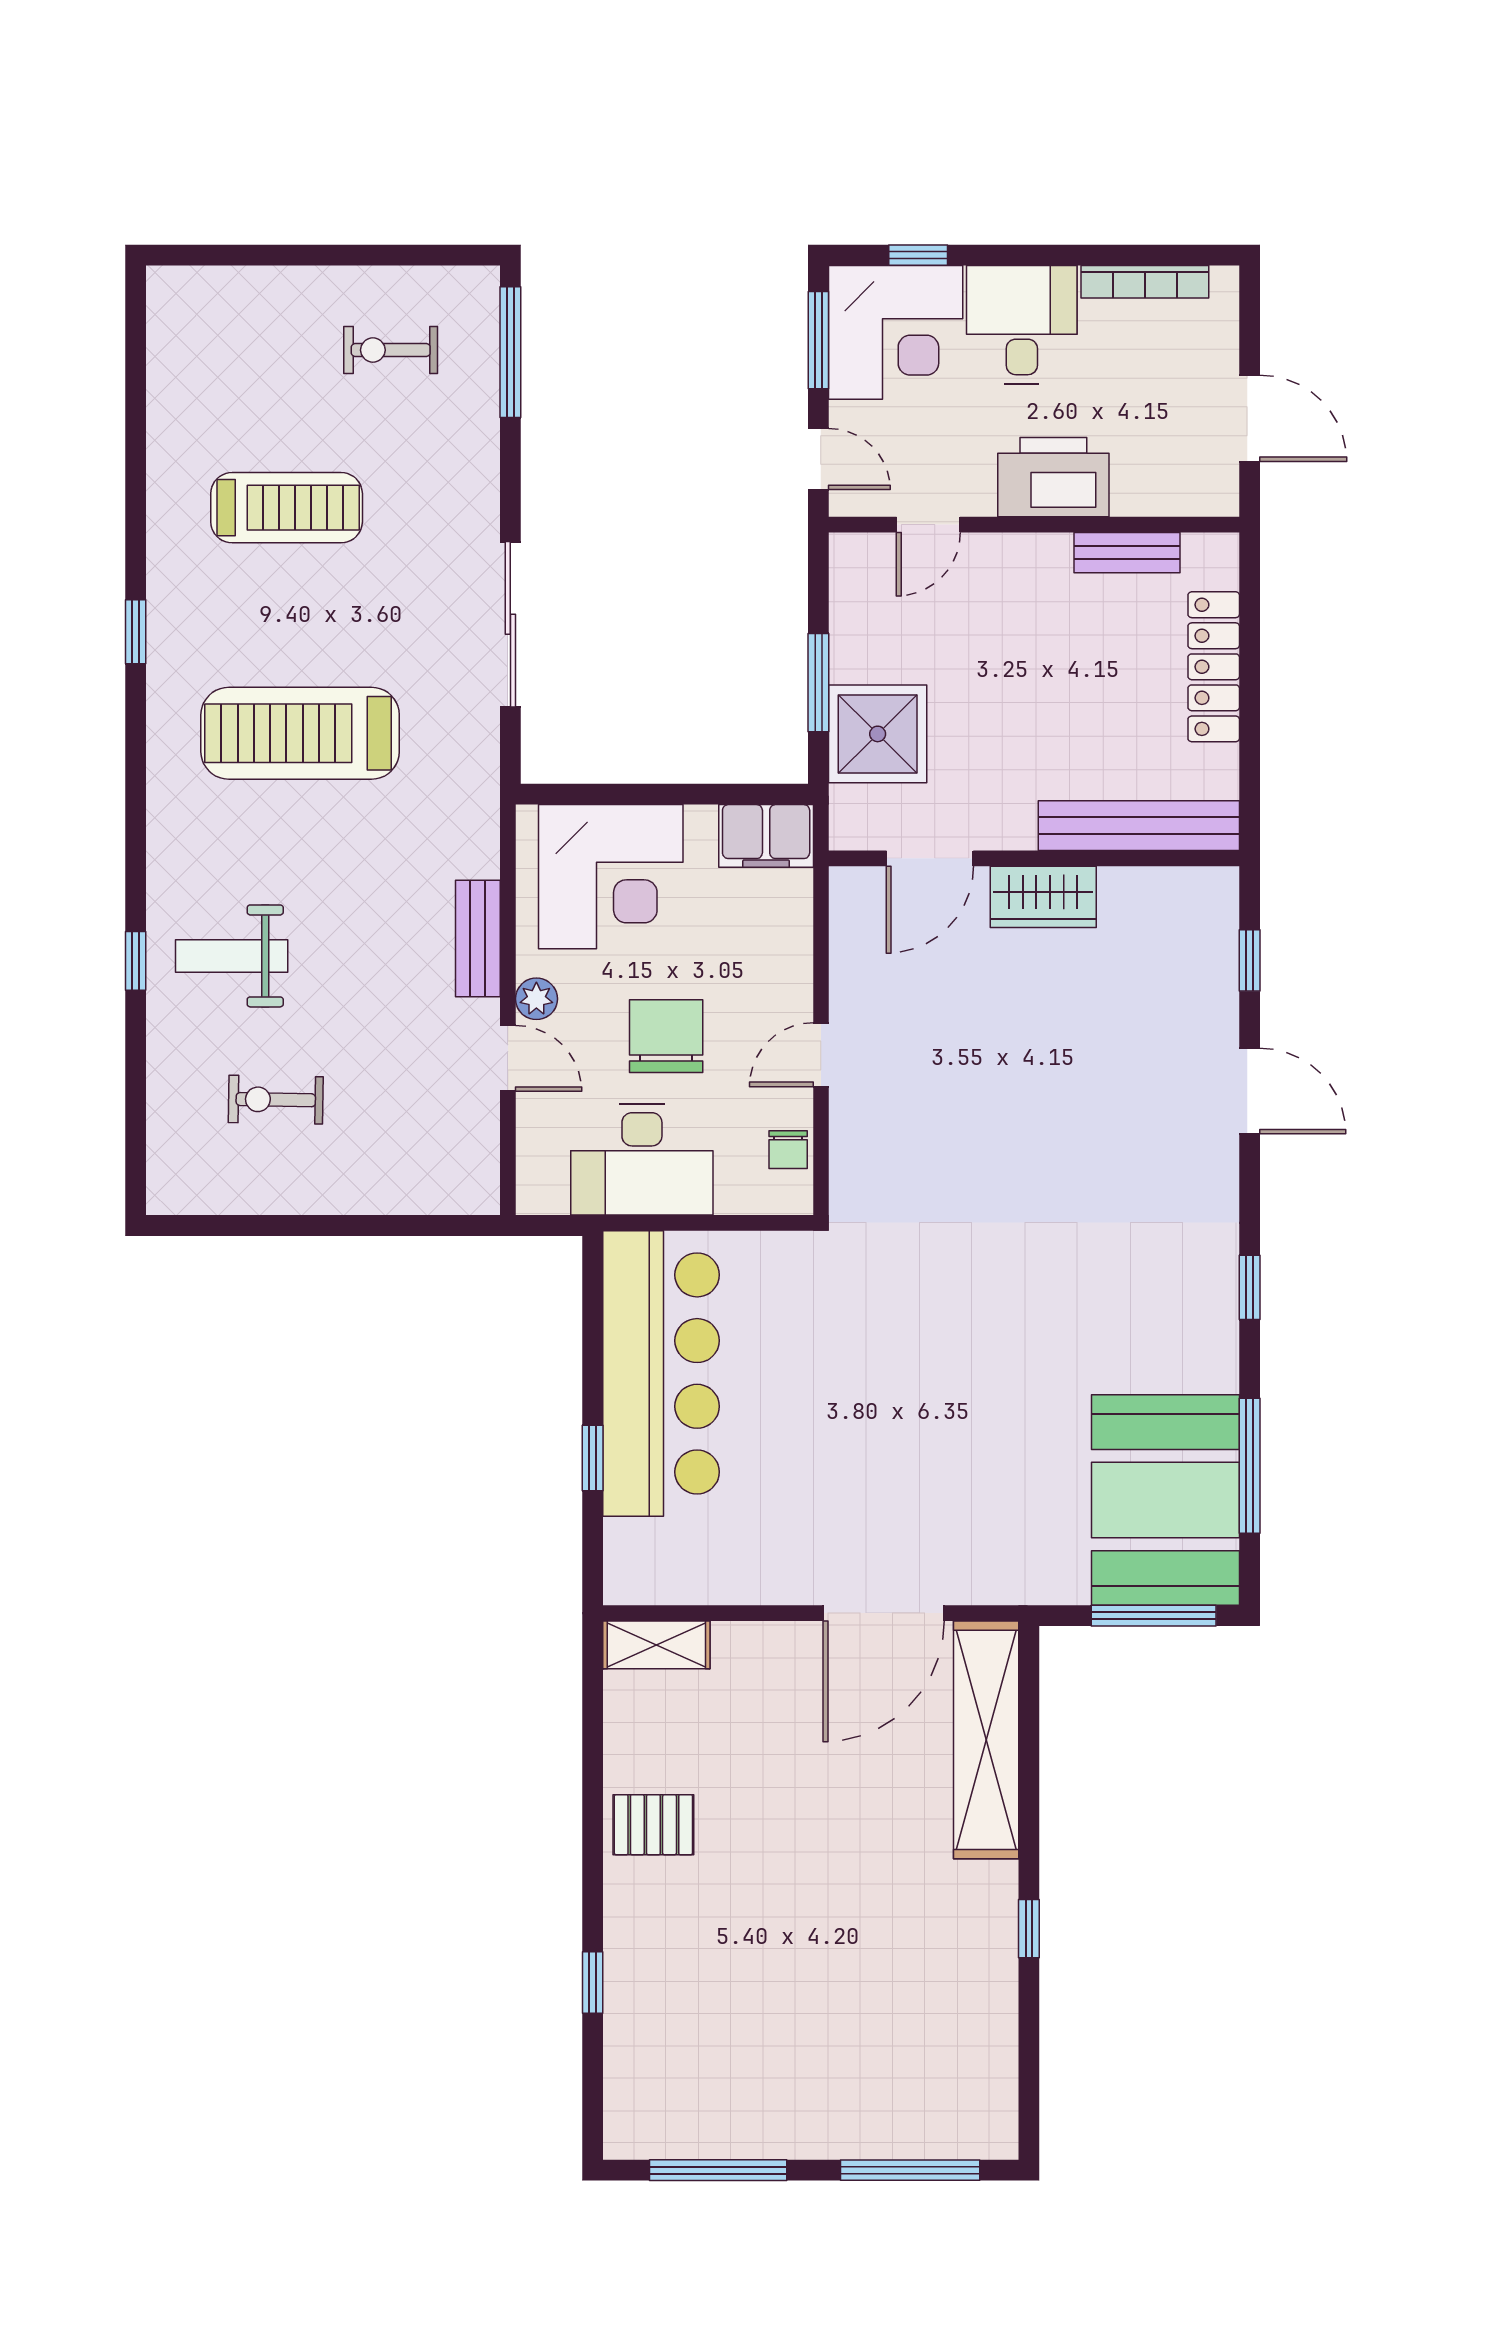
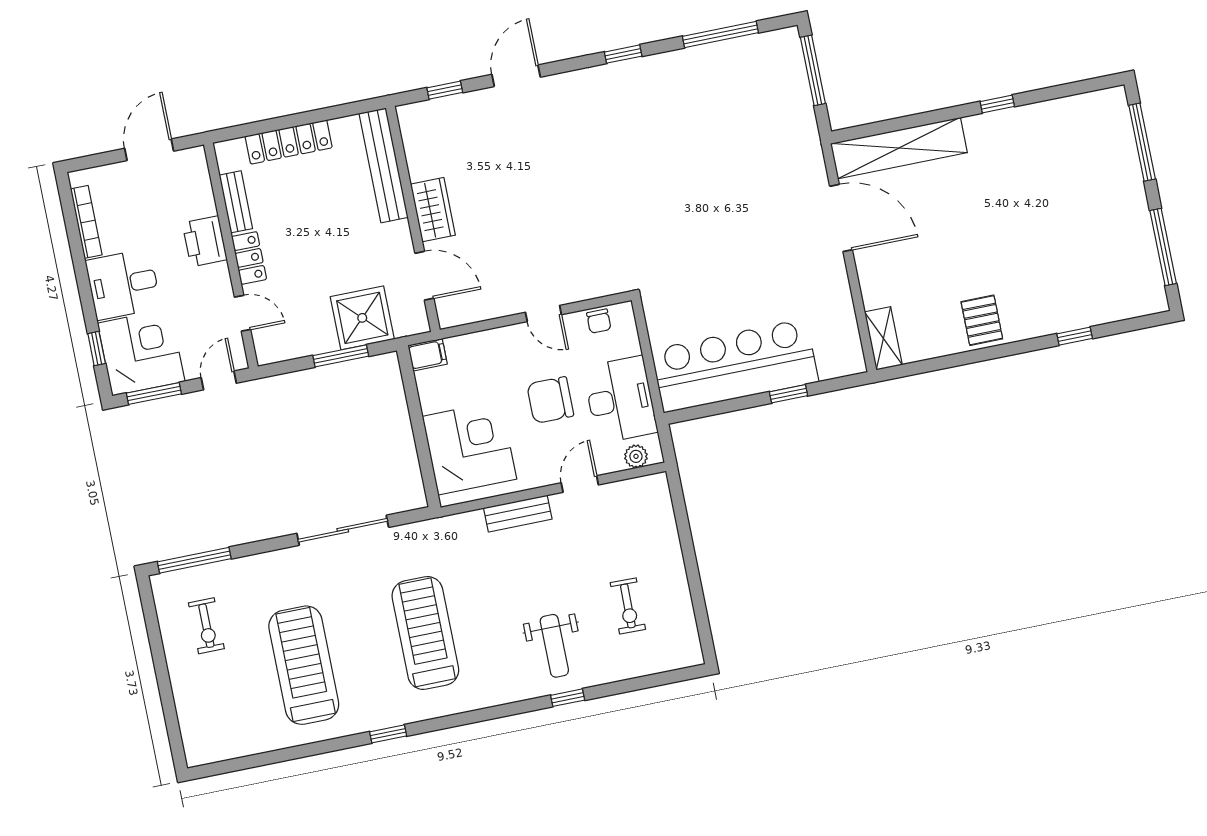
printer: (1053, 477) -> (205, 241), width x0.73, depth x0.84
treadmill: (287, 508) -> (304, 665), width x1.37, depth x1.38
locker: (1023, 556) -> (249, 258), added
treadmill: (300, 733) -> (425, 633), turned 180
filing cabinet: (766, 836) -> (428, 355), width x0.50
plant: (536, 999) -> (636, 456), moved
chair: (788, 1150) -> (599, 321), turned 90
booth: (1166, 1500) -> (748, 77), removed

